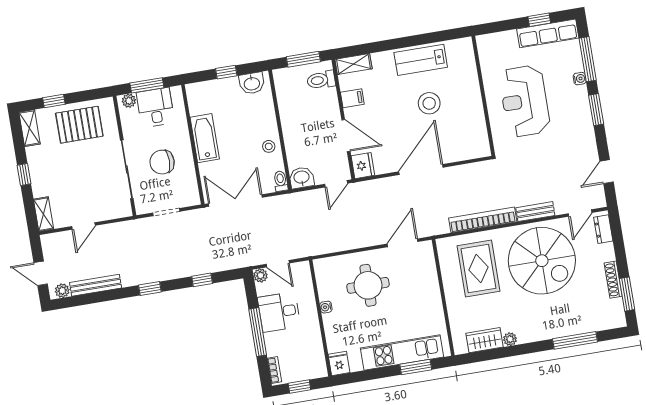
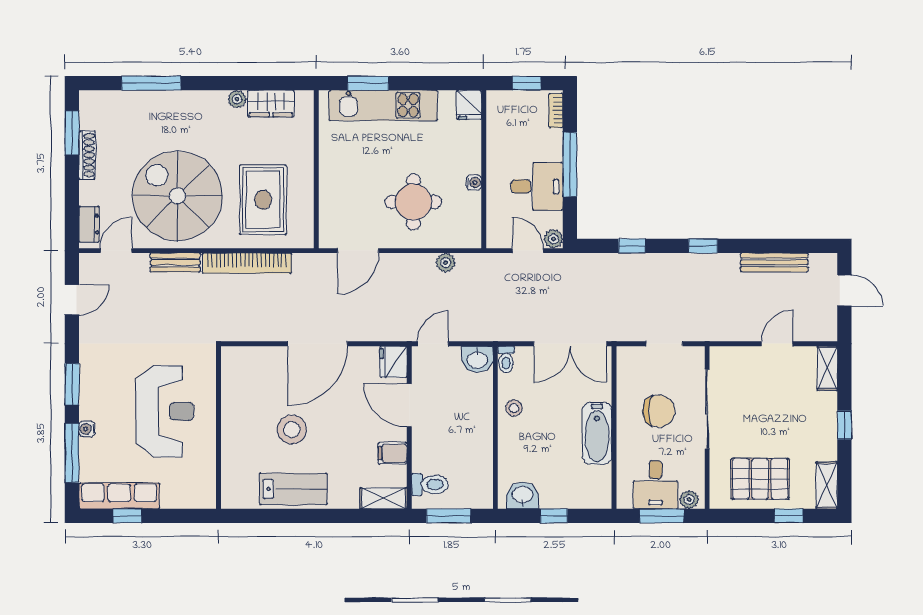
plant: (62, 291) -> (446, 263), moved

